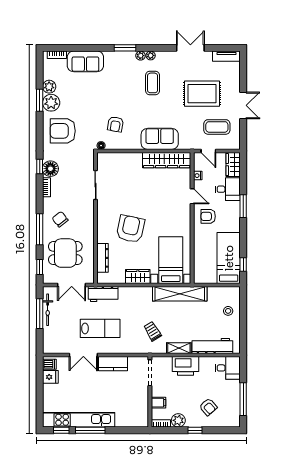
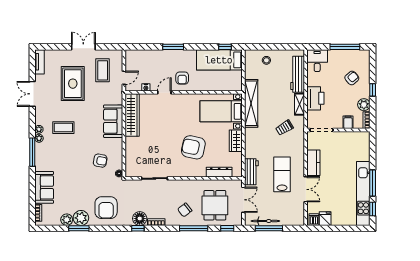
window: (125, 48) -> (32, 152), width x1.44
wardrobe: (233, 165) -> (136, 56), removed
desk: (228, 189) -> (158, 61), removed

